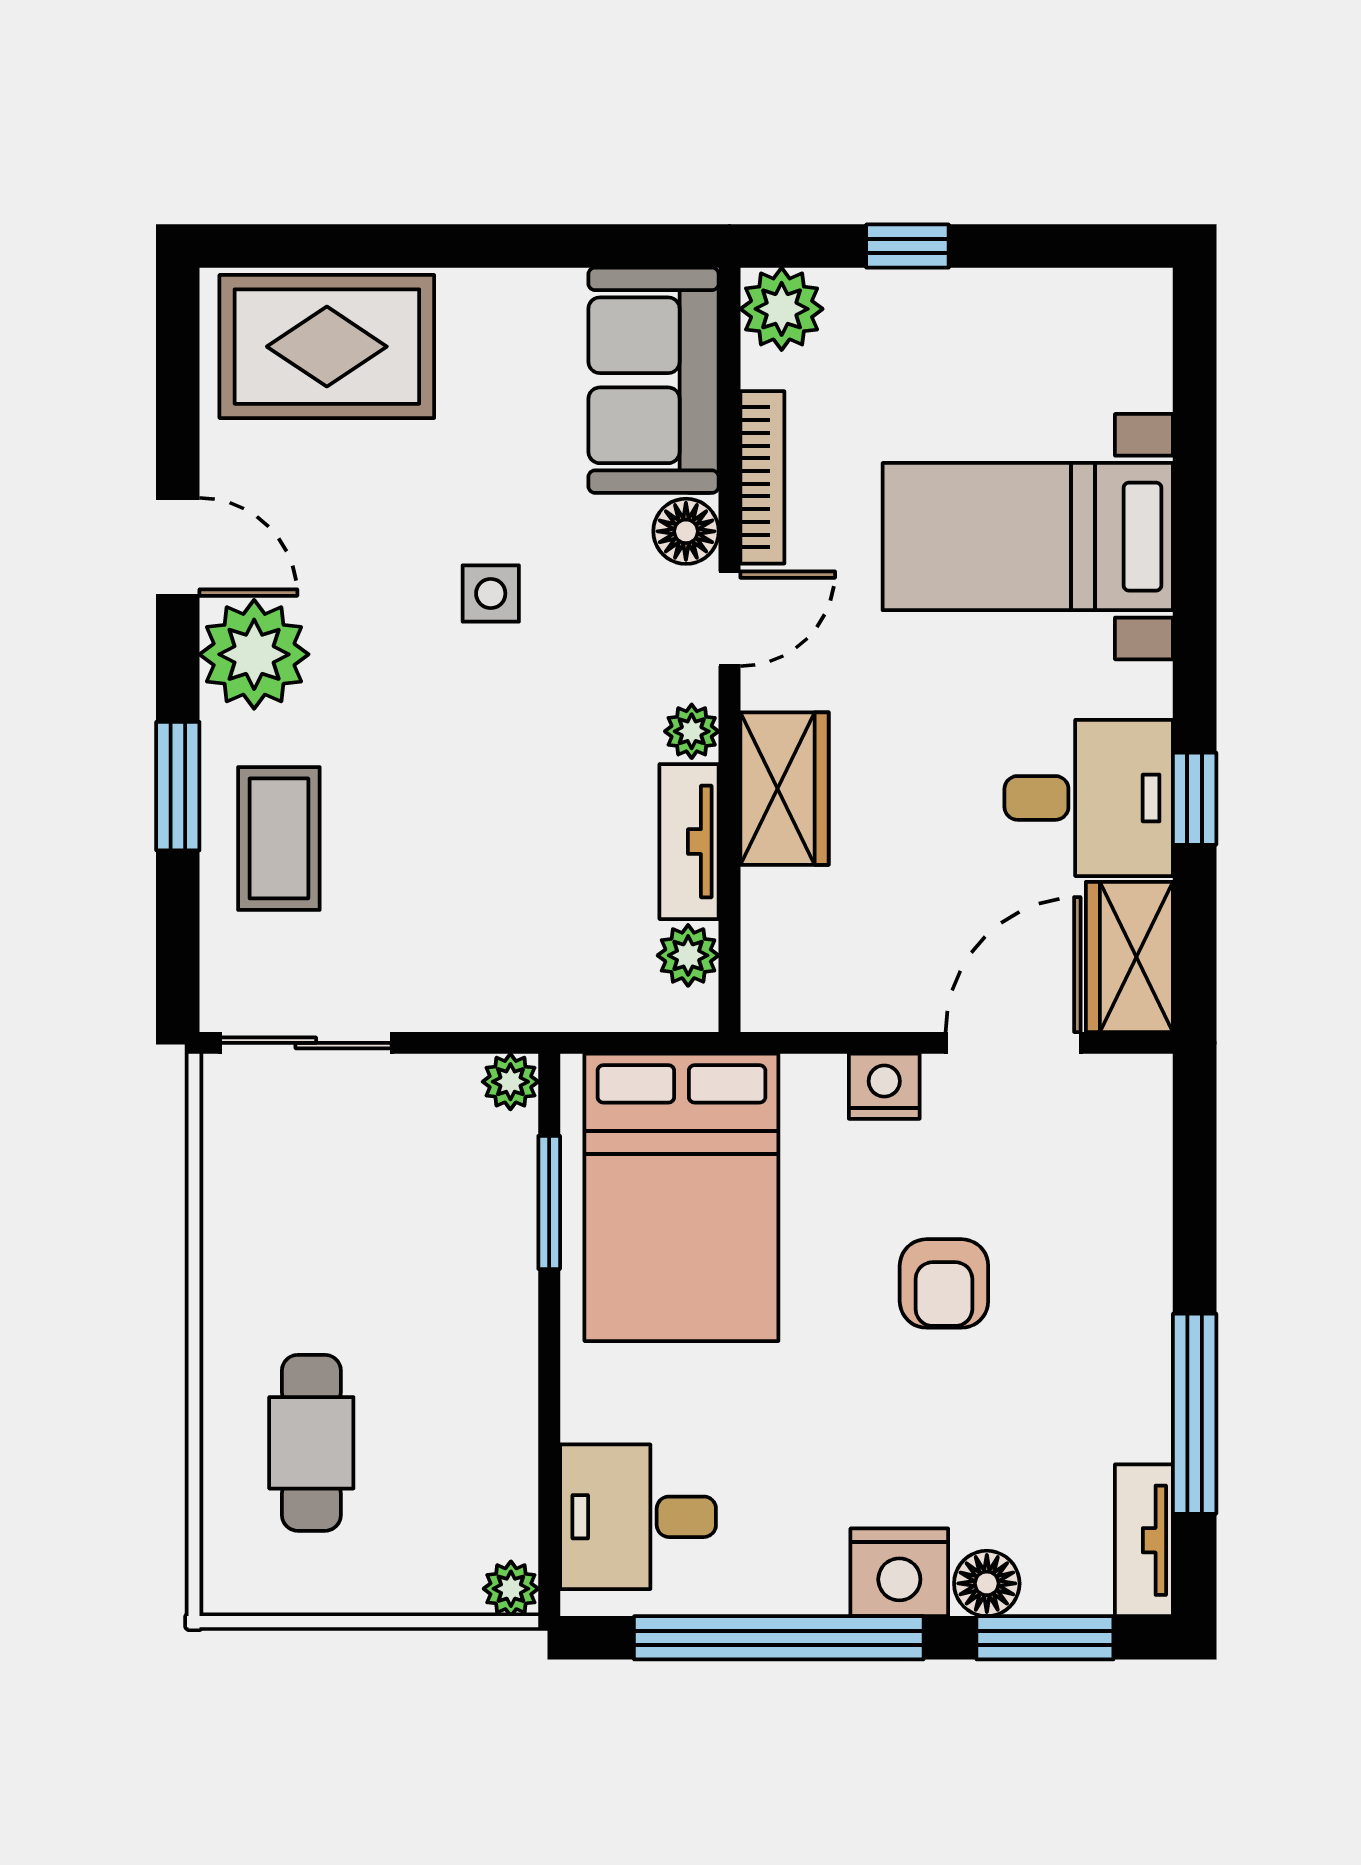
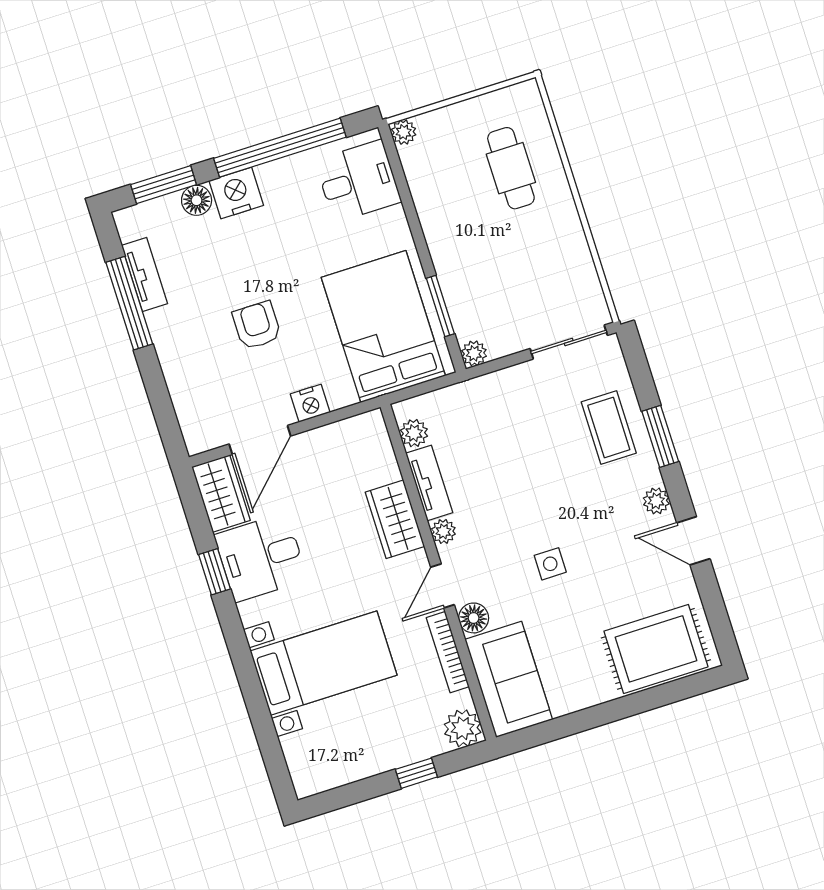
plant: (254, 654) -> (656, 501), width x0.53, depth x0.53
tv unit: (1144, 1540) -> (145, 274), moved

